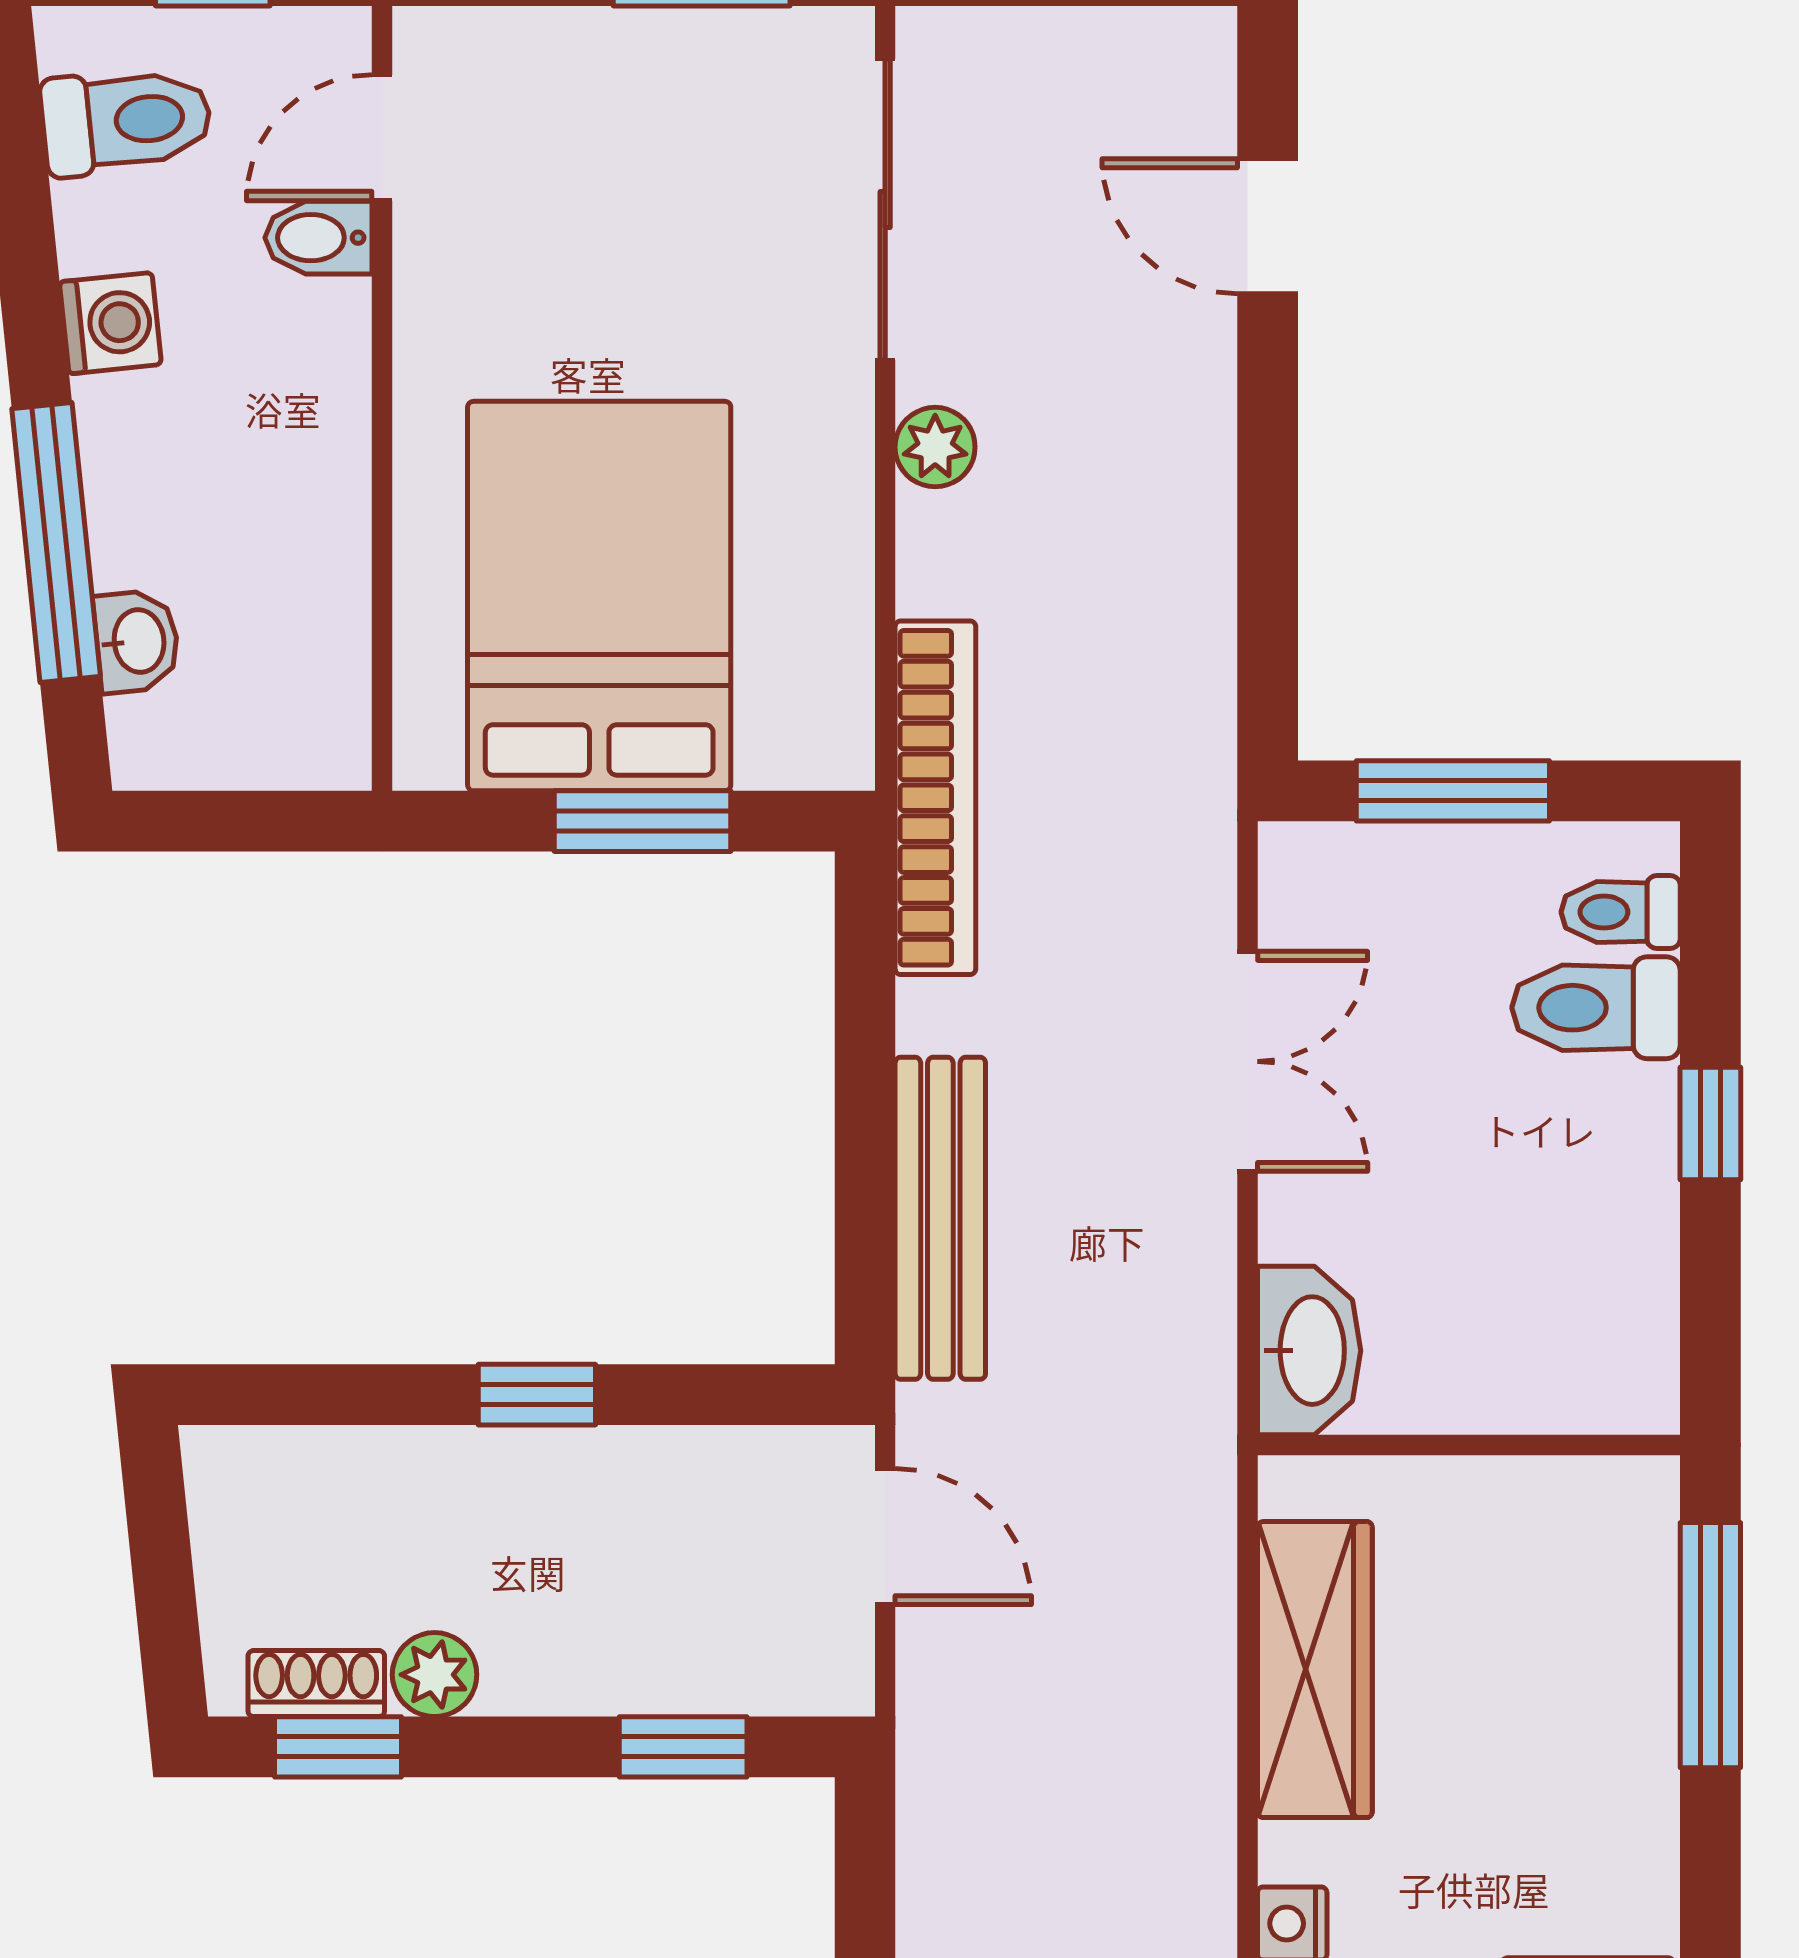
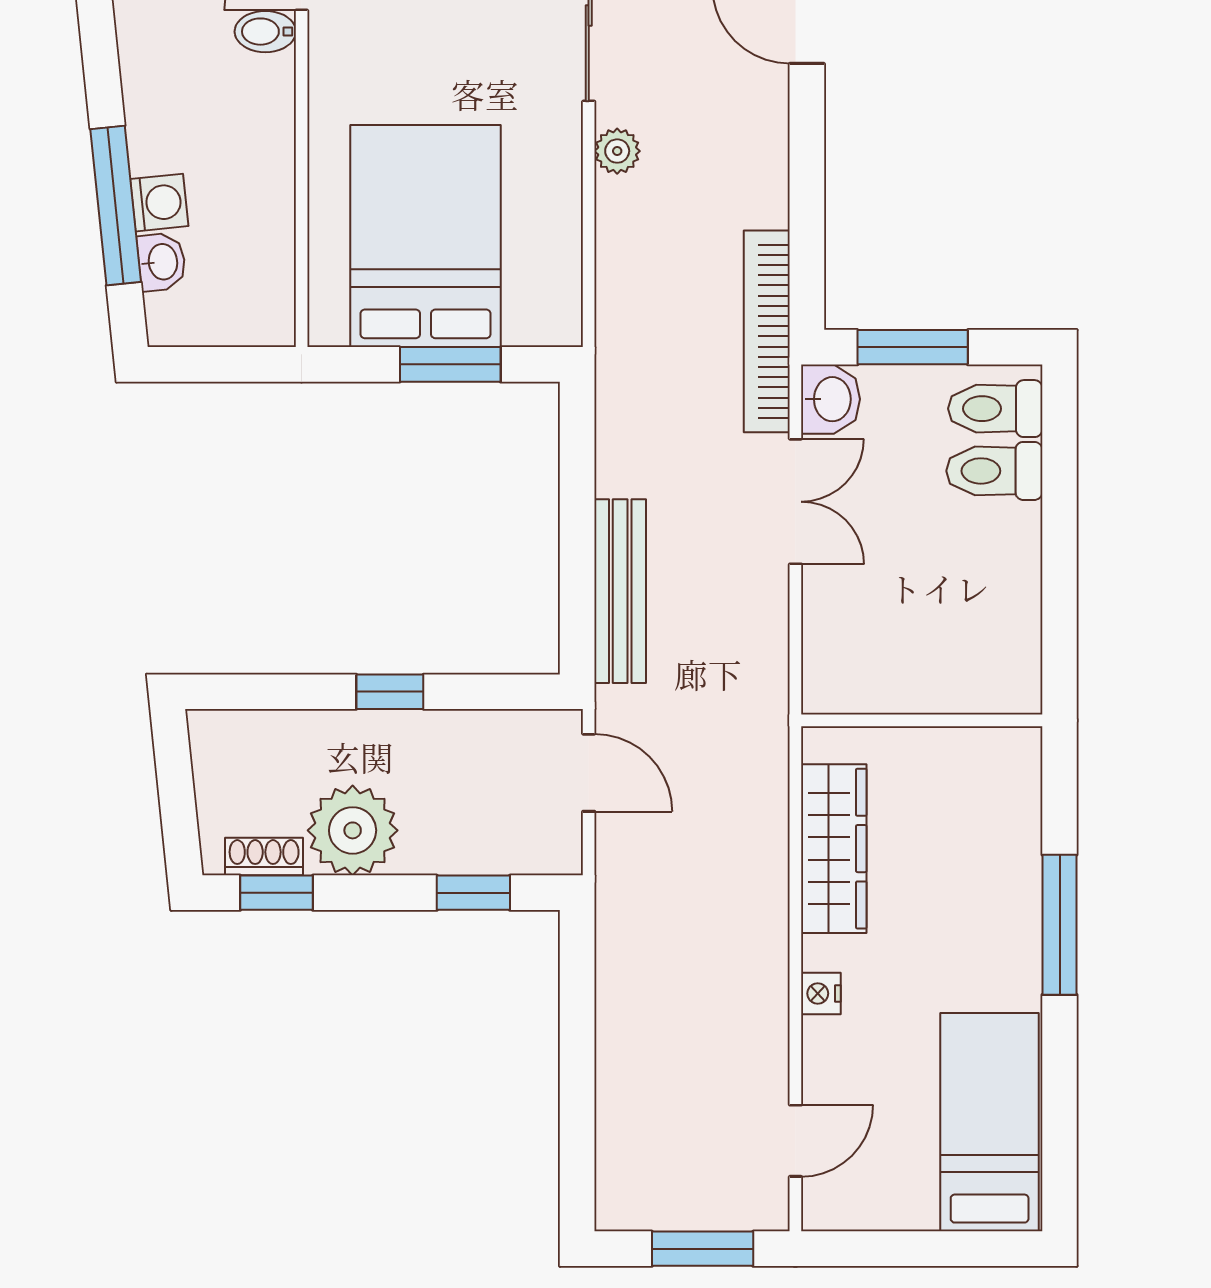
washing machine: (110, 323) -> (159, 203), moved
bookcase: (935, 798) -> (767, 331), moved, turned 180
toilet: (1621, 912) -> (995, 409), width x1.37, depth x1.39
window: (1710, 1123) -> (1060, 537), removed
washbasin: (1309, 1351) -> (831, 399), moved, width x0.72
window: (1710, 1645) -> (1060, 925), moved
plant: (435, 1675) -> (353, 830), width x1.87, depth x1.87

